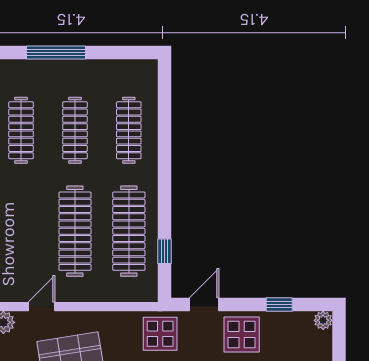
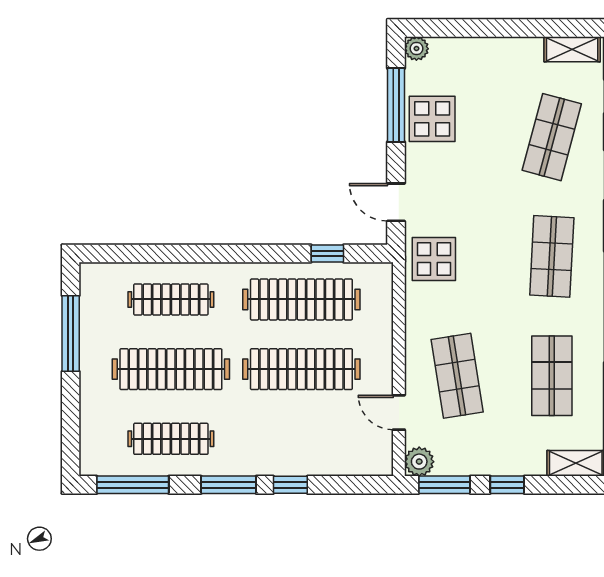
window: (56, 53) -> (71, 333), moved
clothes rail: (75, 130) -> (171, 369), width x1.37, depth x1.31
window: (279, 304) -> (396, 105), width x2.17
display table: (242, 335) -> (432, 119), moved

